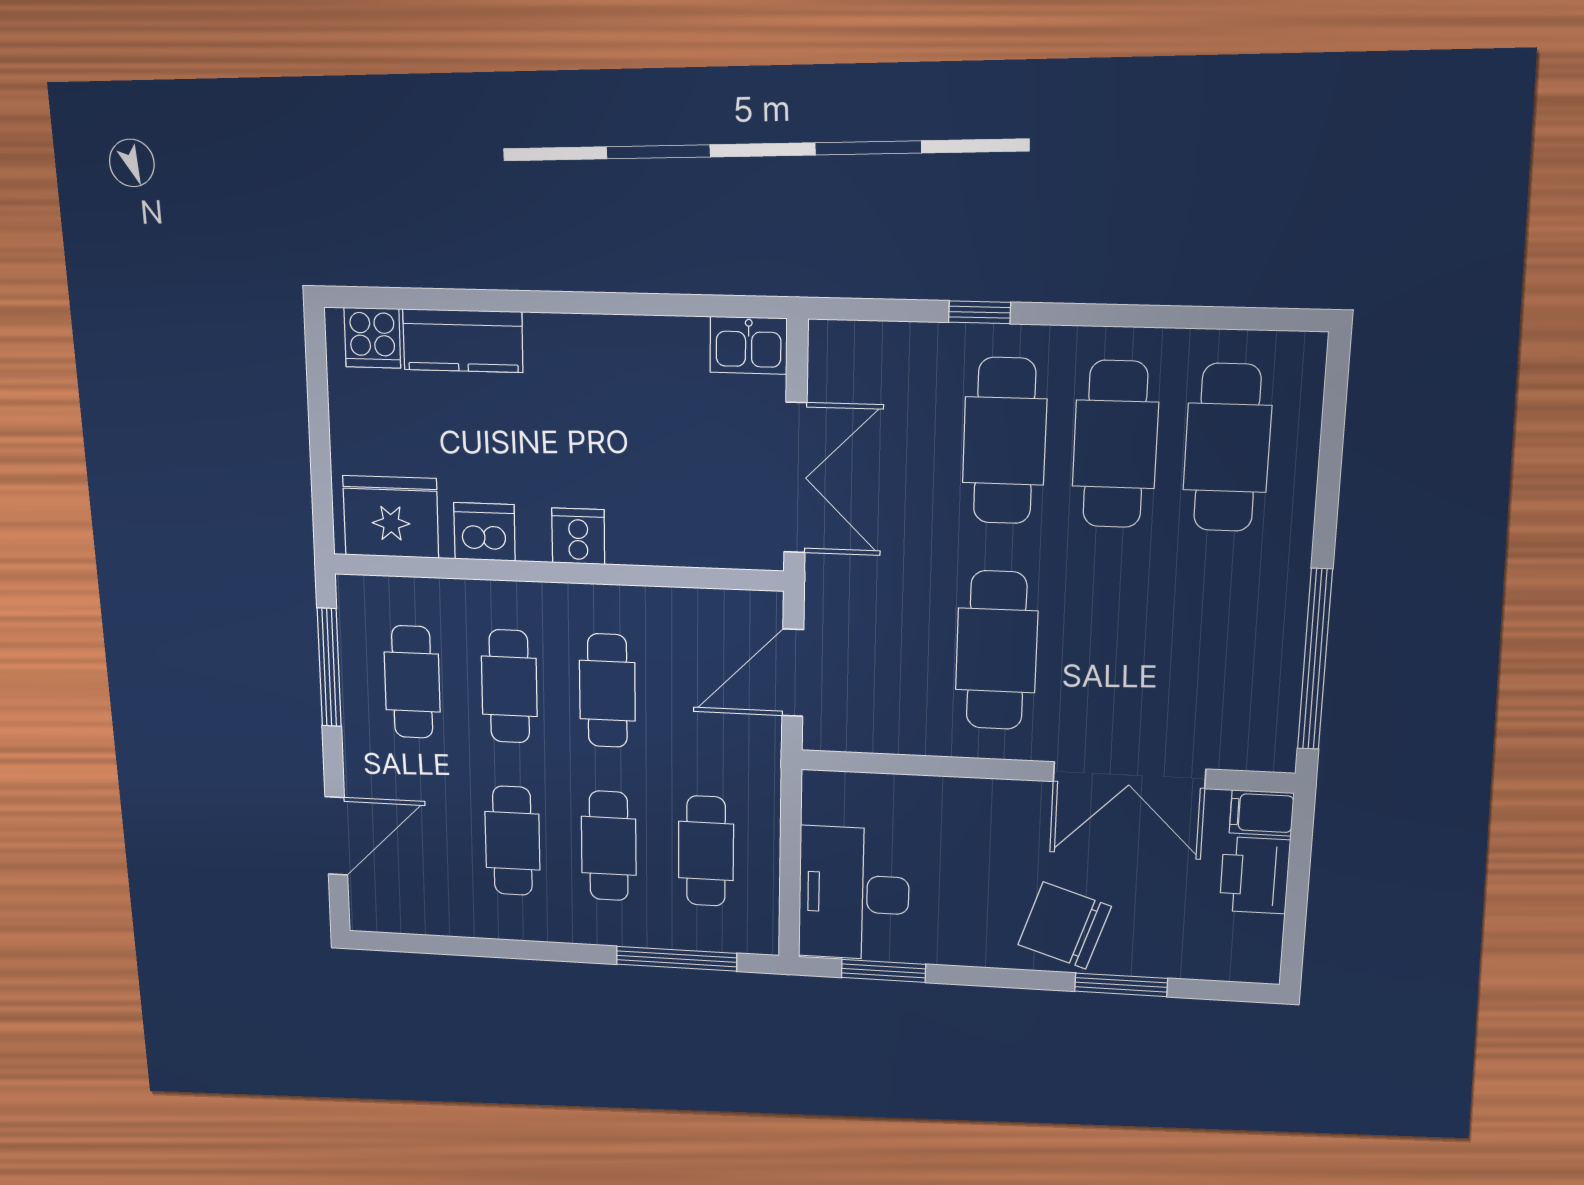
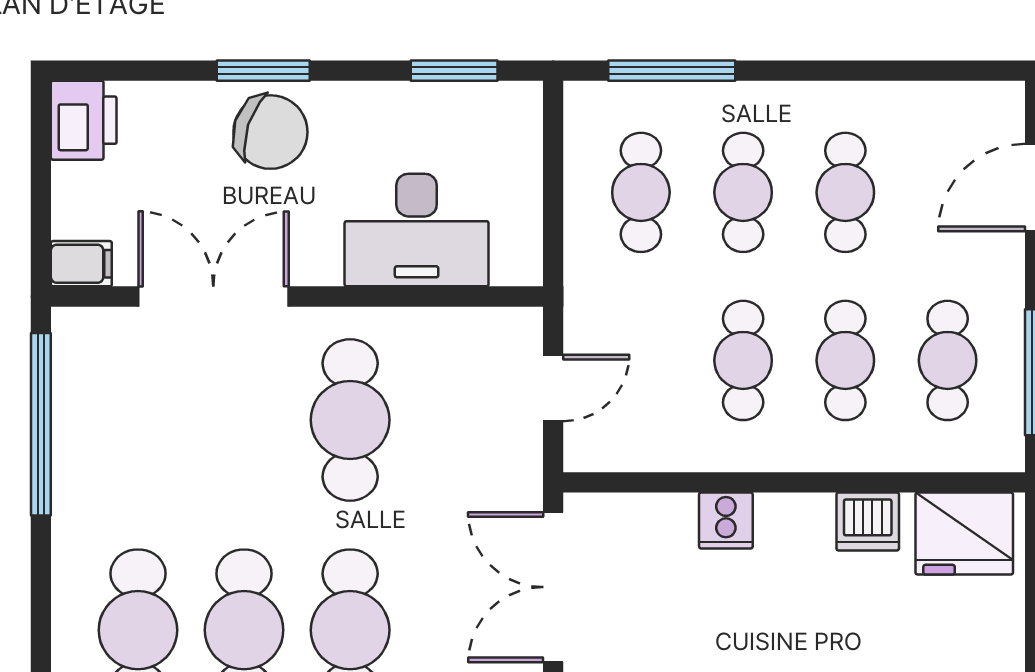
cooker: (578, 536) -> (726, 520), moved
door: (793, 673) -> (553, 388), width x0.73
printer: (1255, 875) -> (84, 120), moved
desk: (854, 893) -> (417, 230), moved, turned 90
window: (1121, 985) -> (263, 71), moved

